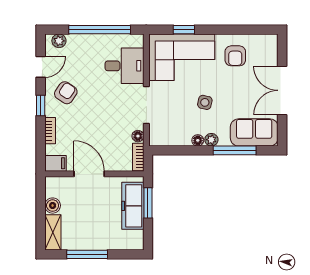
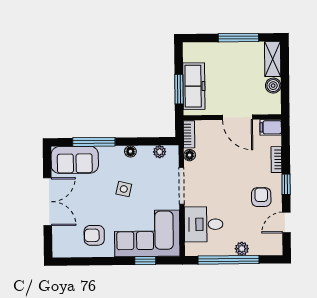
plant: (59, 41) -> (242, 249), moved
armchair: (235, 56) -> (94, 235), turned -90
armchair: (66, 93) -> (261, 197), turned 146
plant: (211, 140) -> (160, 152), moved

